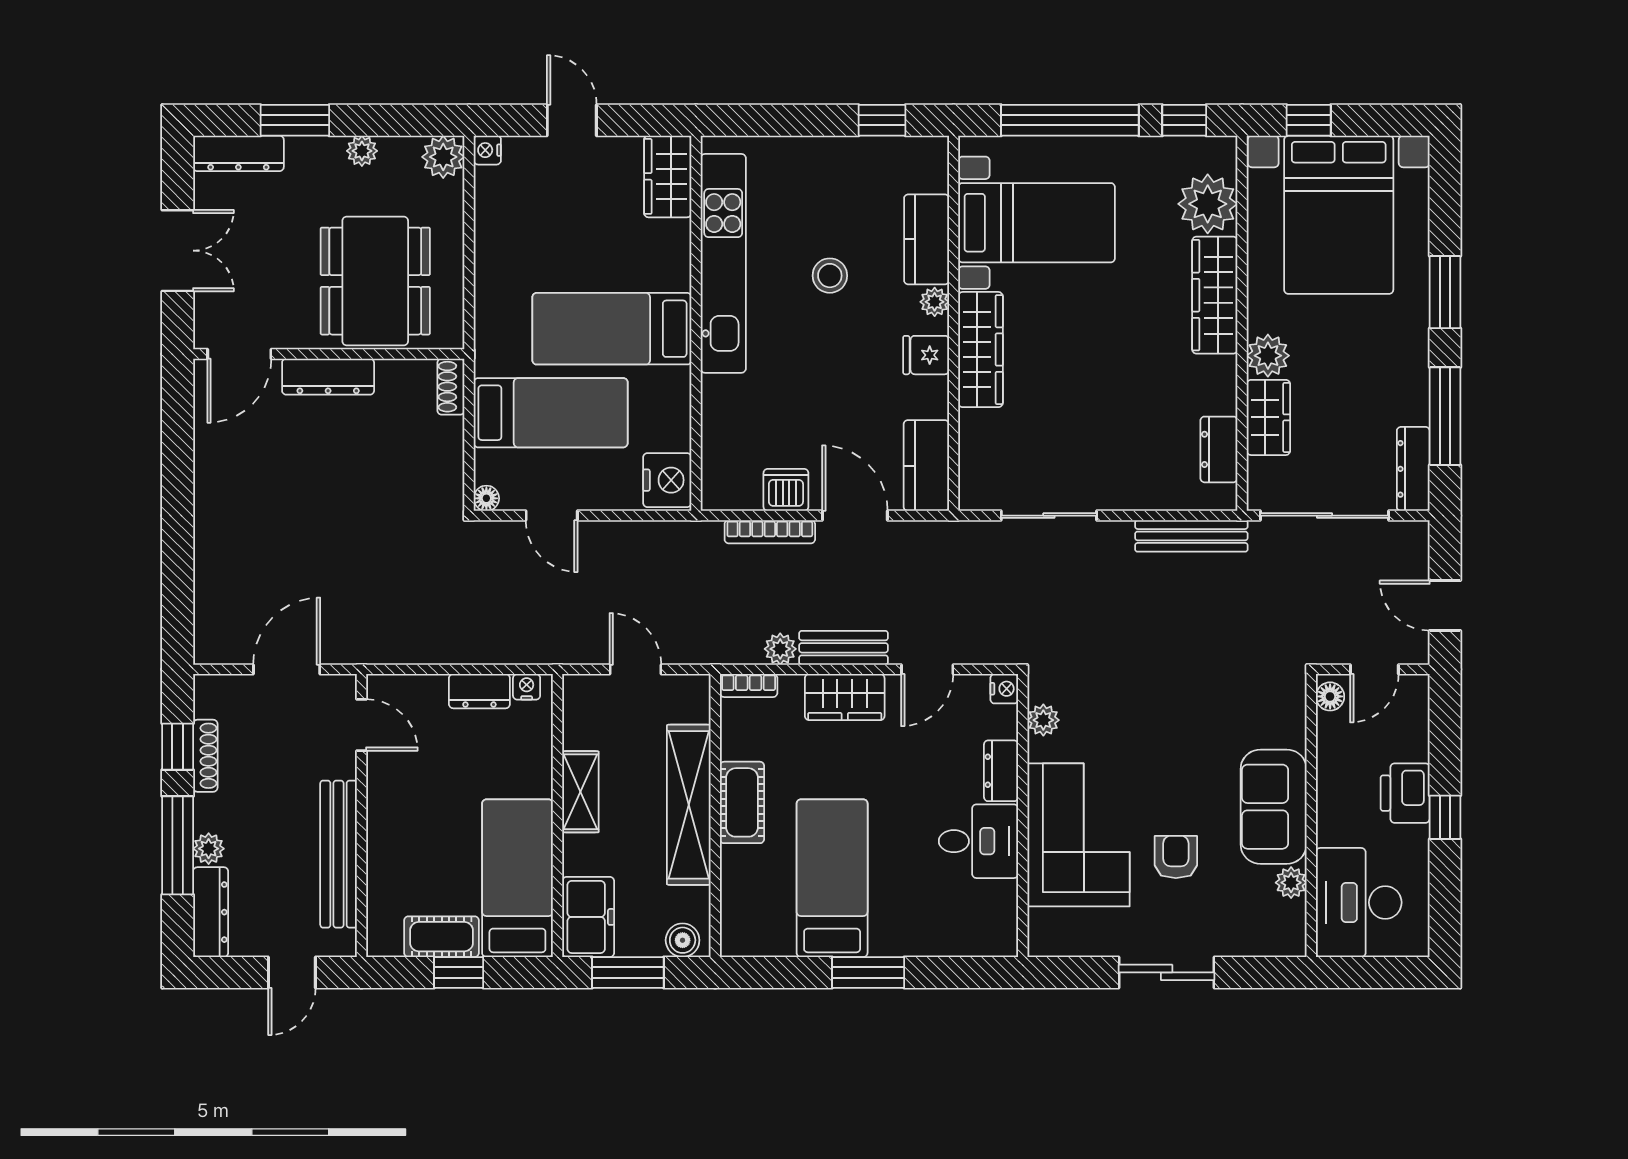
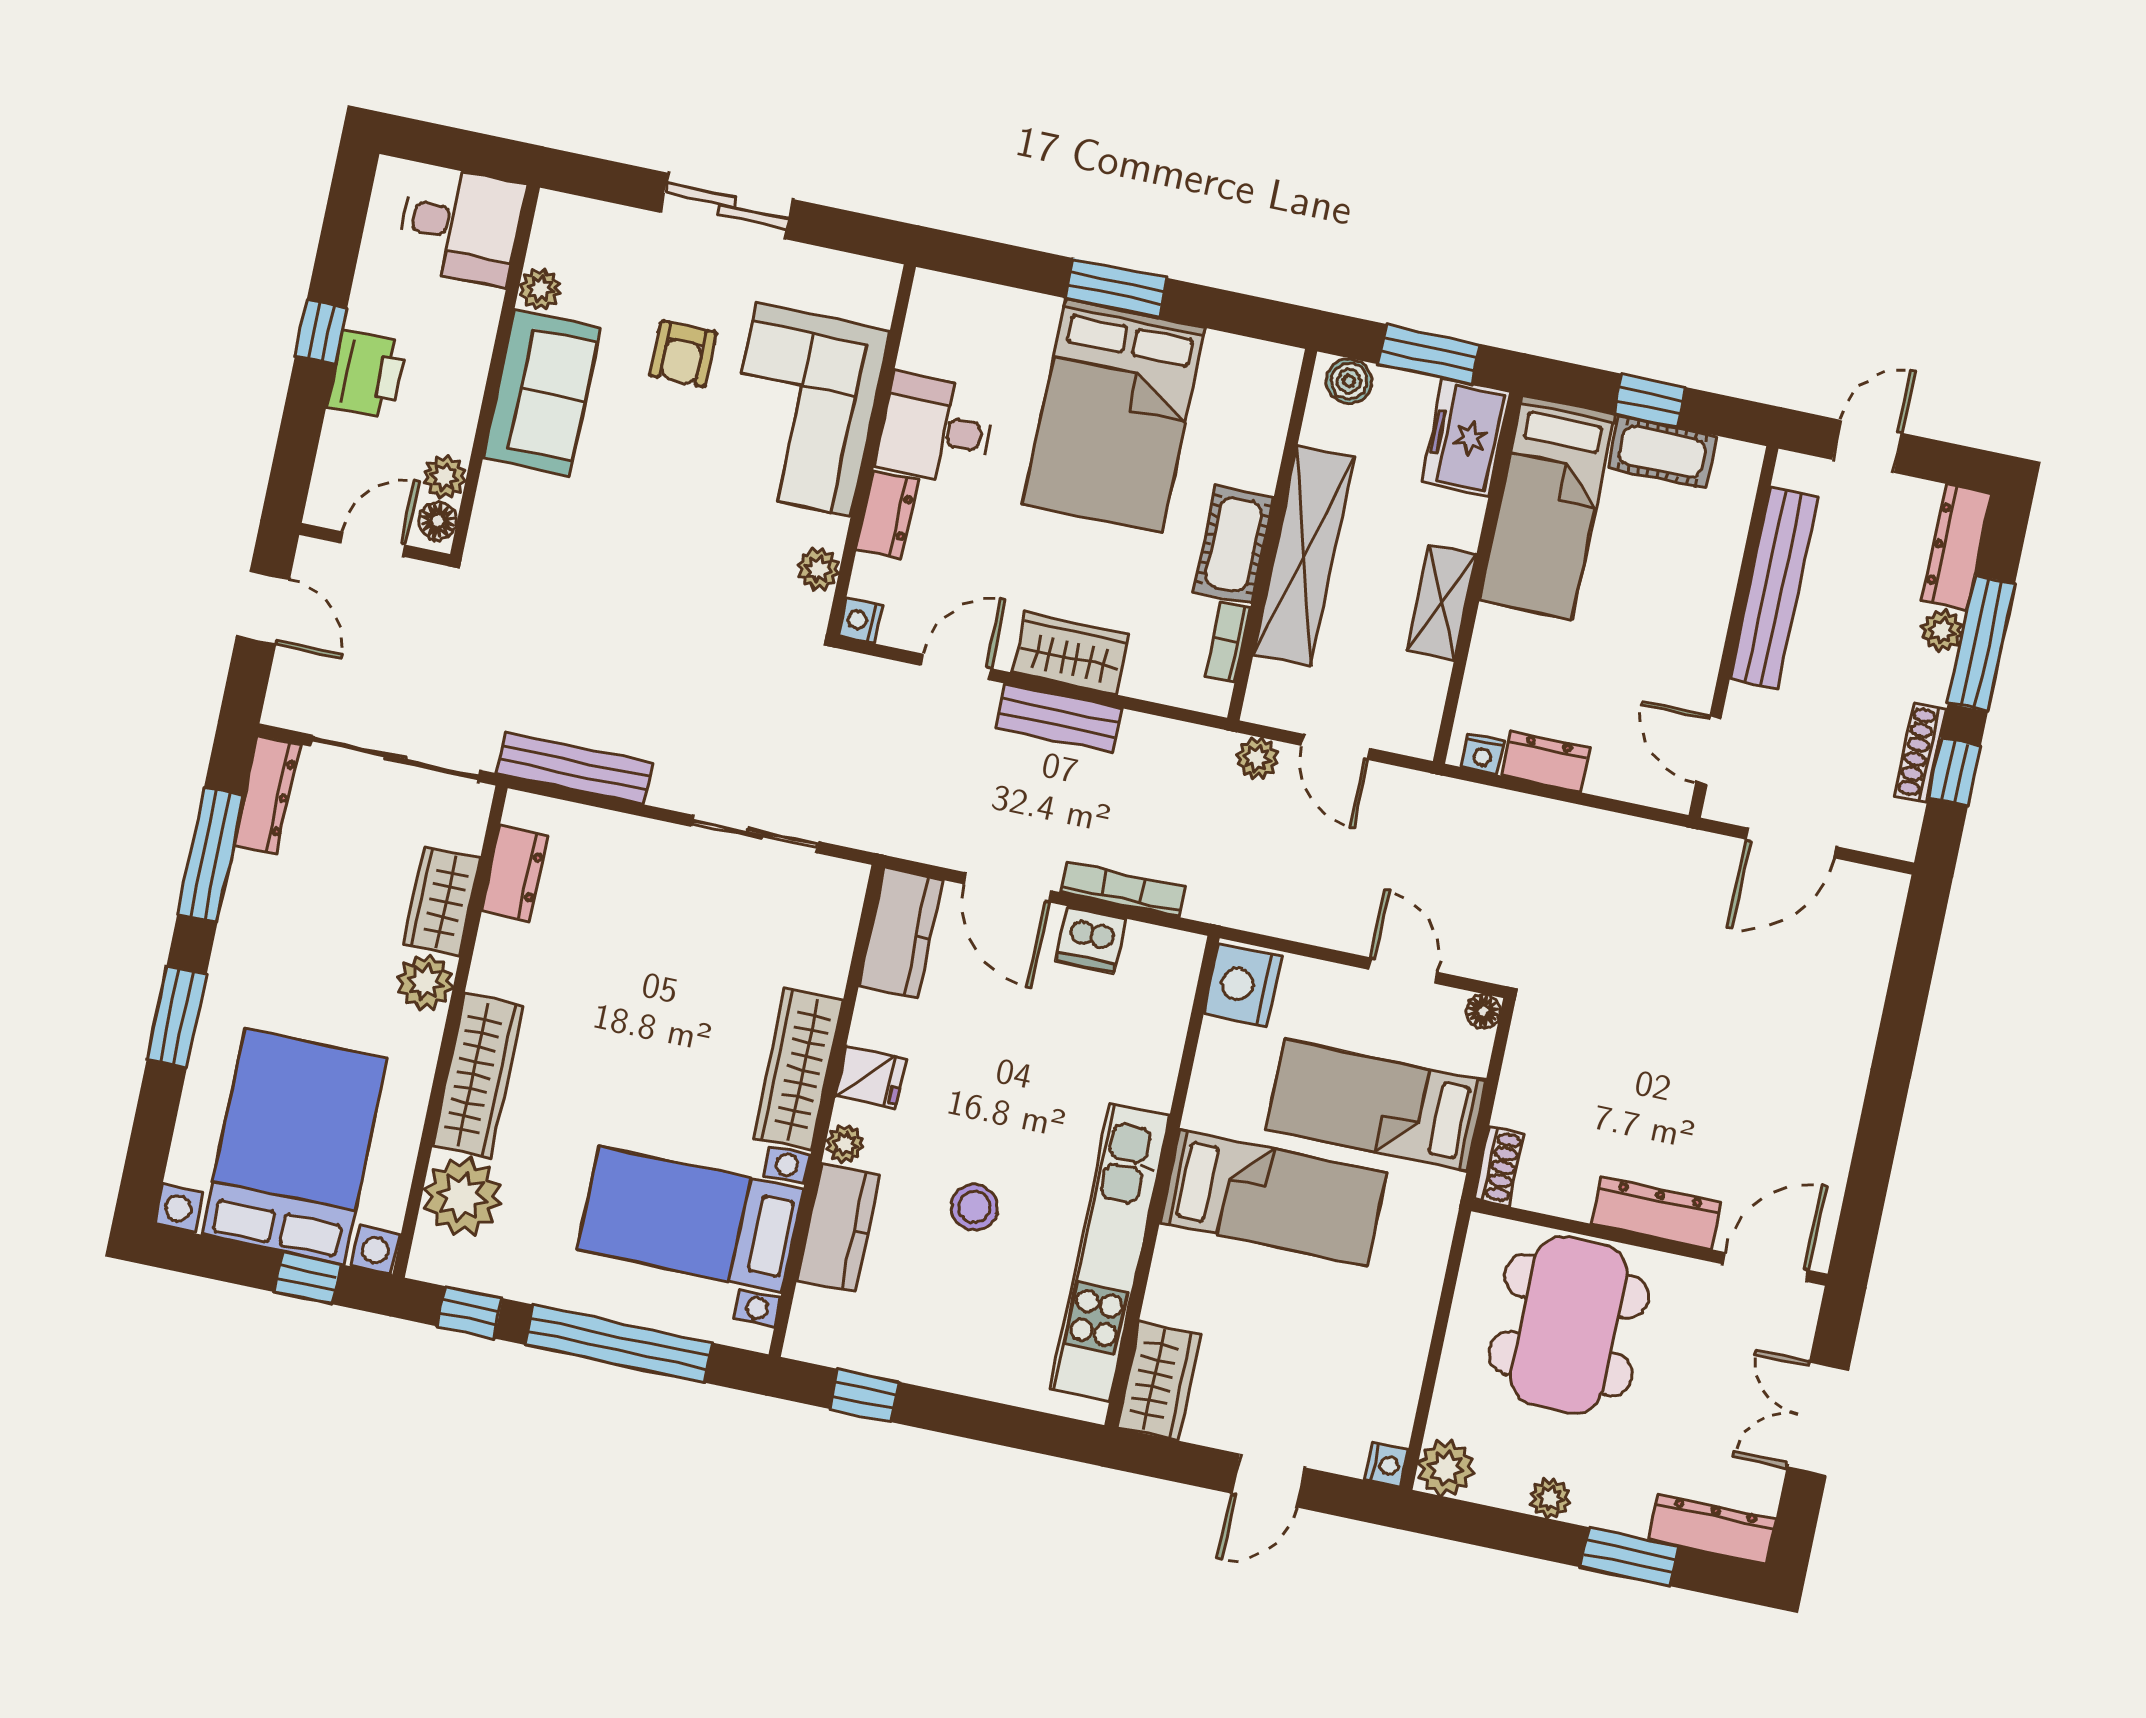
door: (572, 120) -> (1268, 1481), hinge flipped
plant: (780, 649) -> (1257, 758), moved
bookcase: (749, 685) -> (1228, 642), moved, turned -90
plant: (1332, 730) -> (445, 477), added
bed: (832, 878) -> (1114, 416), width x1.50
desk: (1359, 902) -> (461, 225), width x0.73

